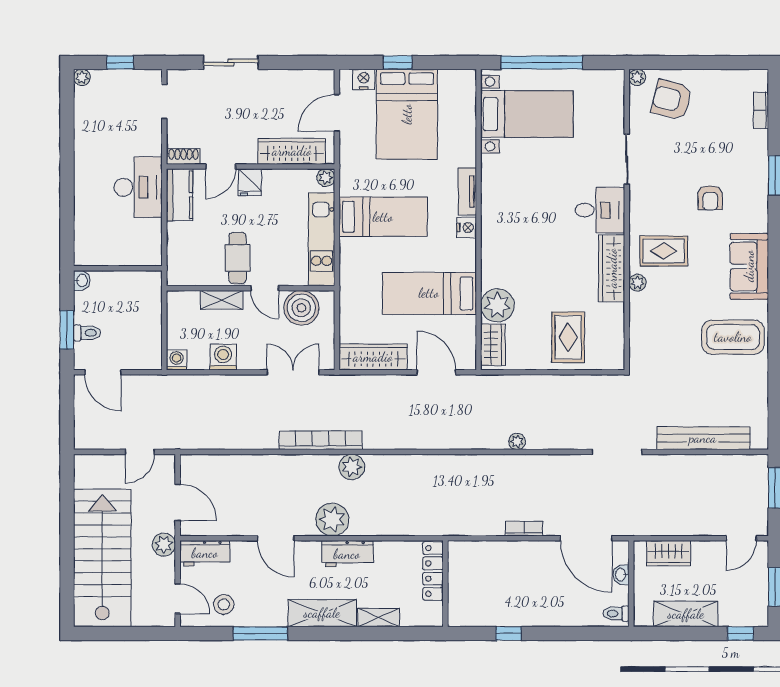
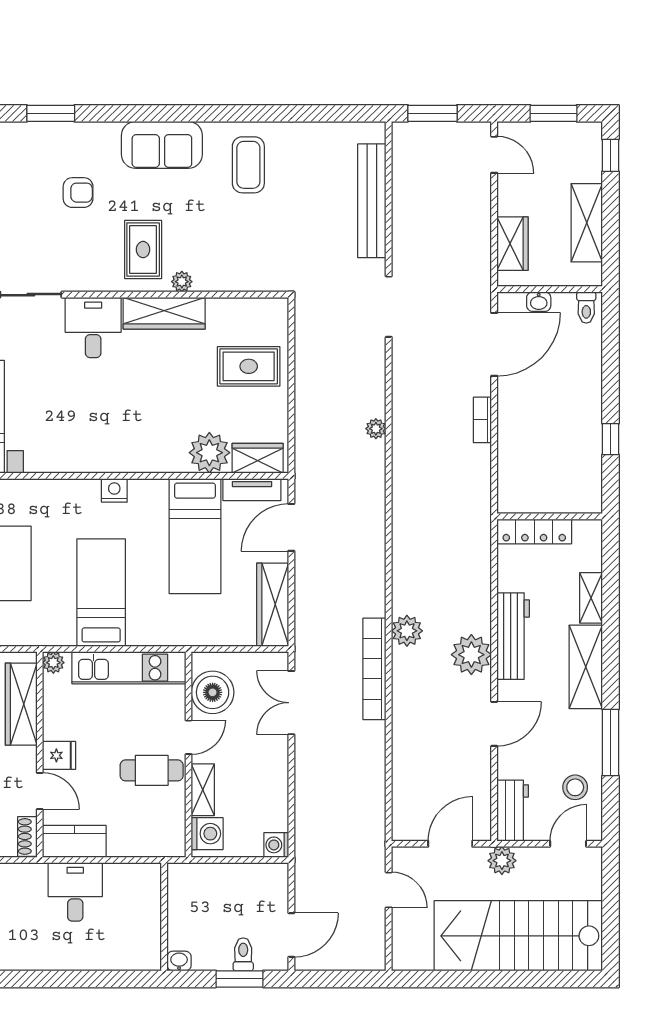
desk: (138, 187) -> (75, 892), width x0.73
tv unit: (467, 191) -> (252, 490), moved
coffee table: (733, 337) -> (248, 165), width x0.73, depth x0.76
washing machine: (223, 357) -> (207, 834), moved, turned 180
workbench: (347, 554) -> (513, 636), width x1.38

